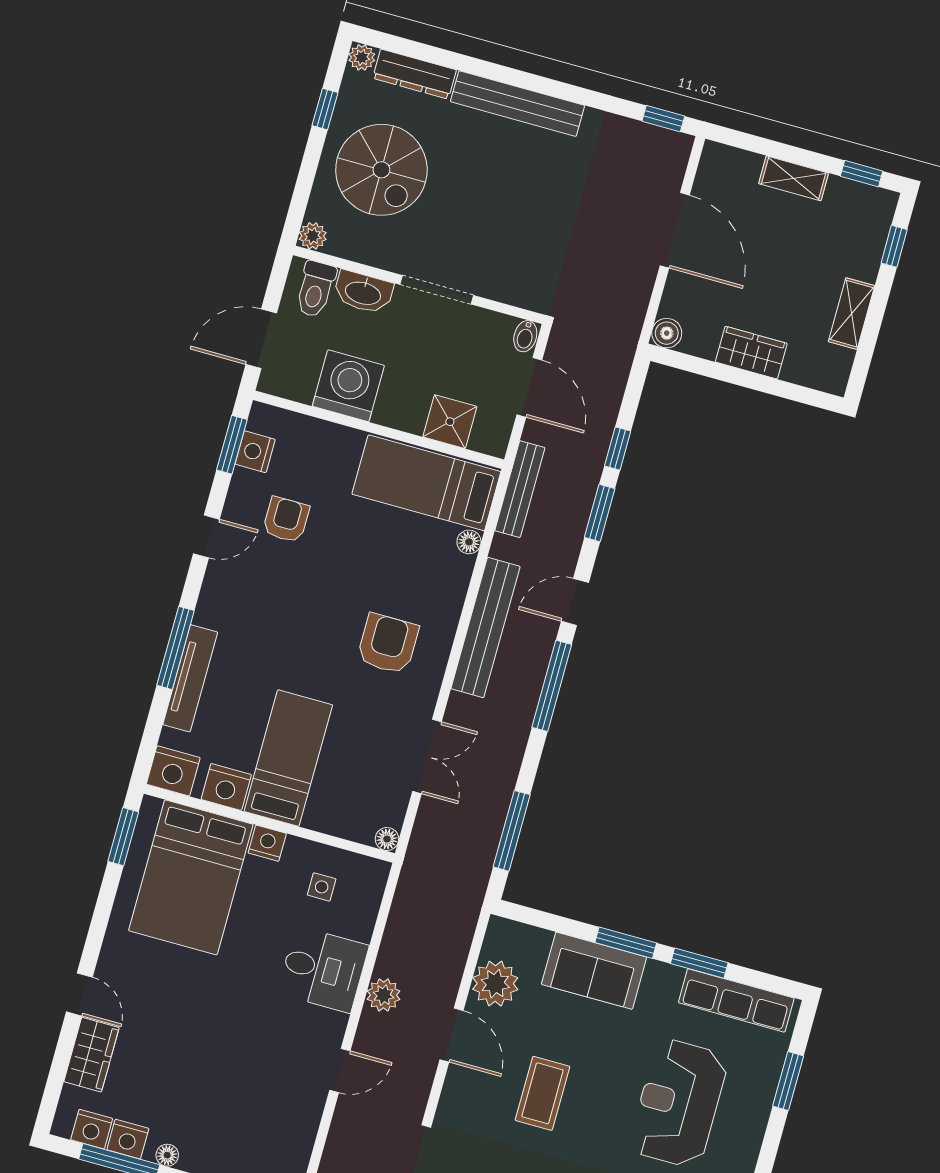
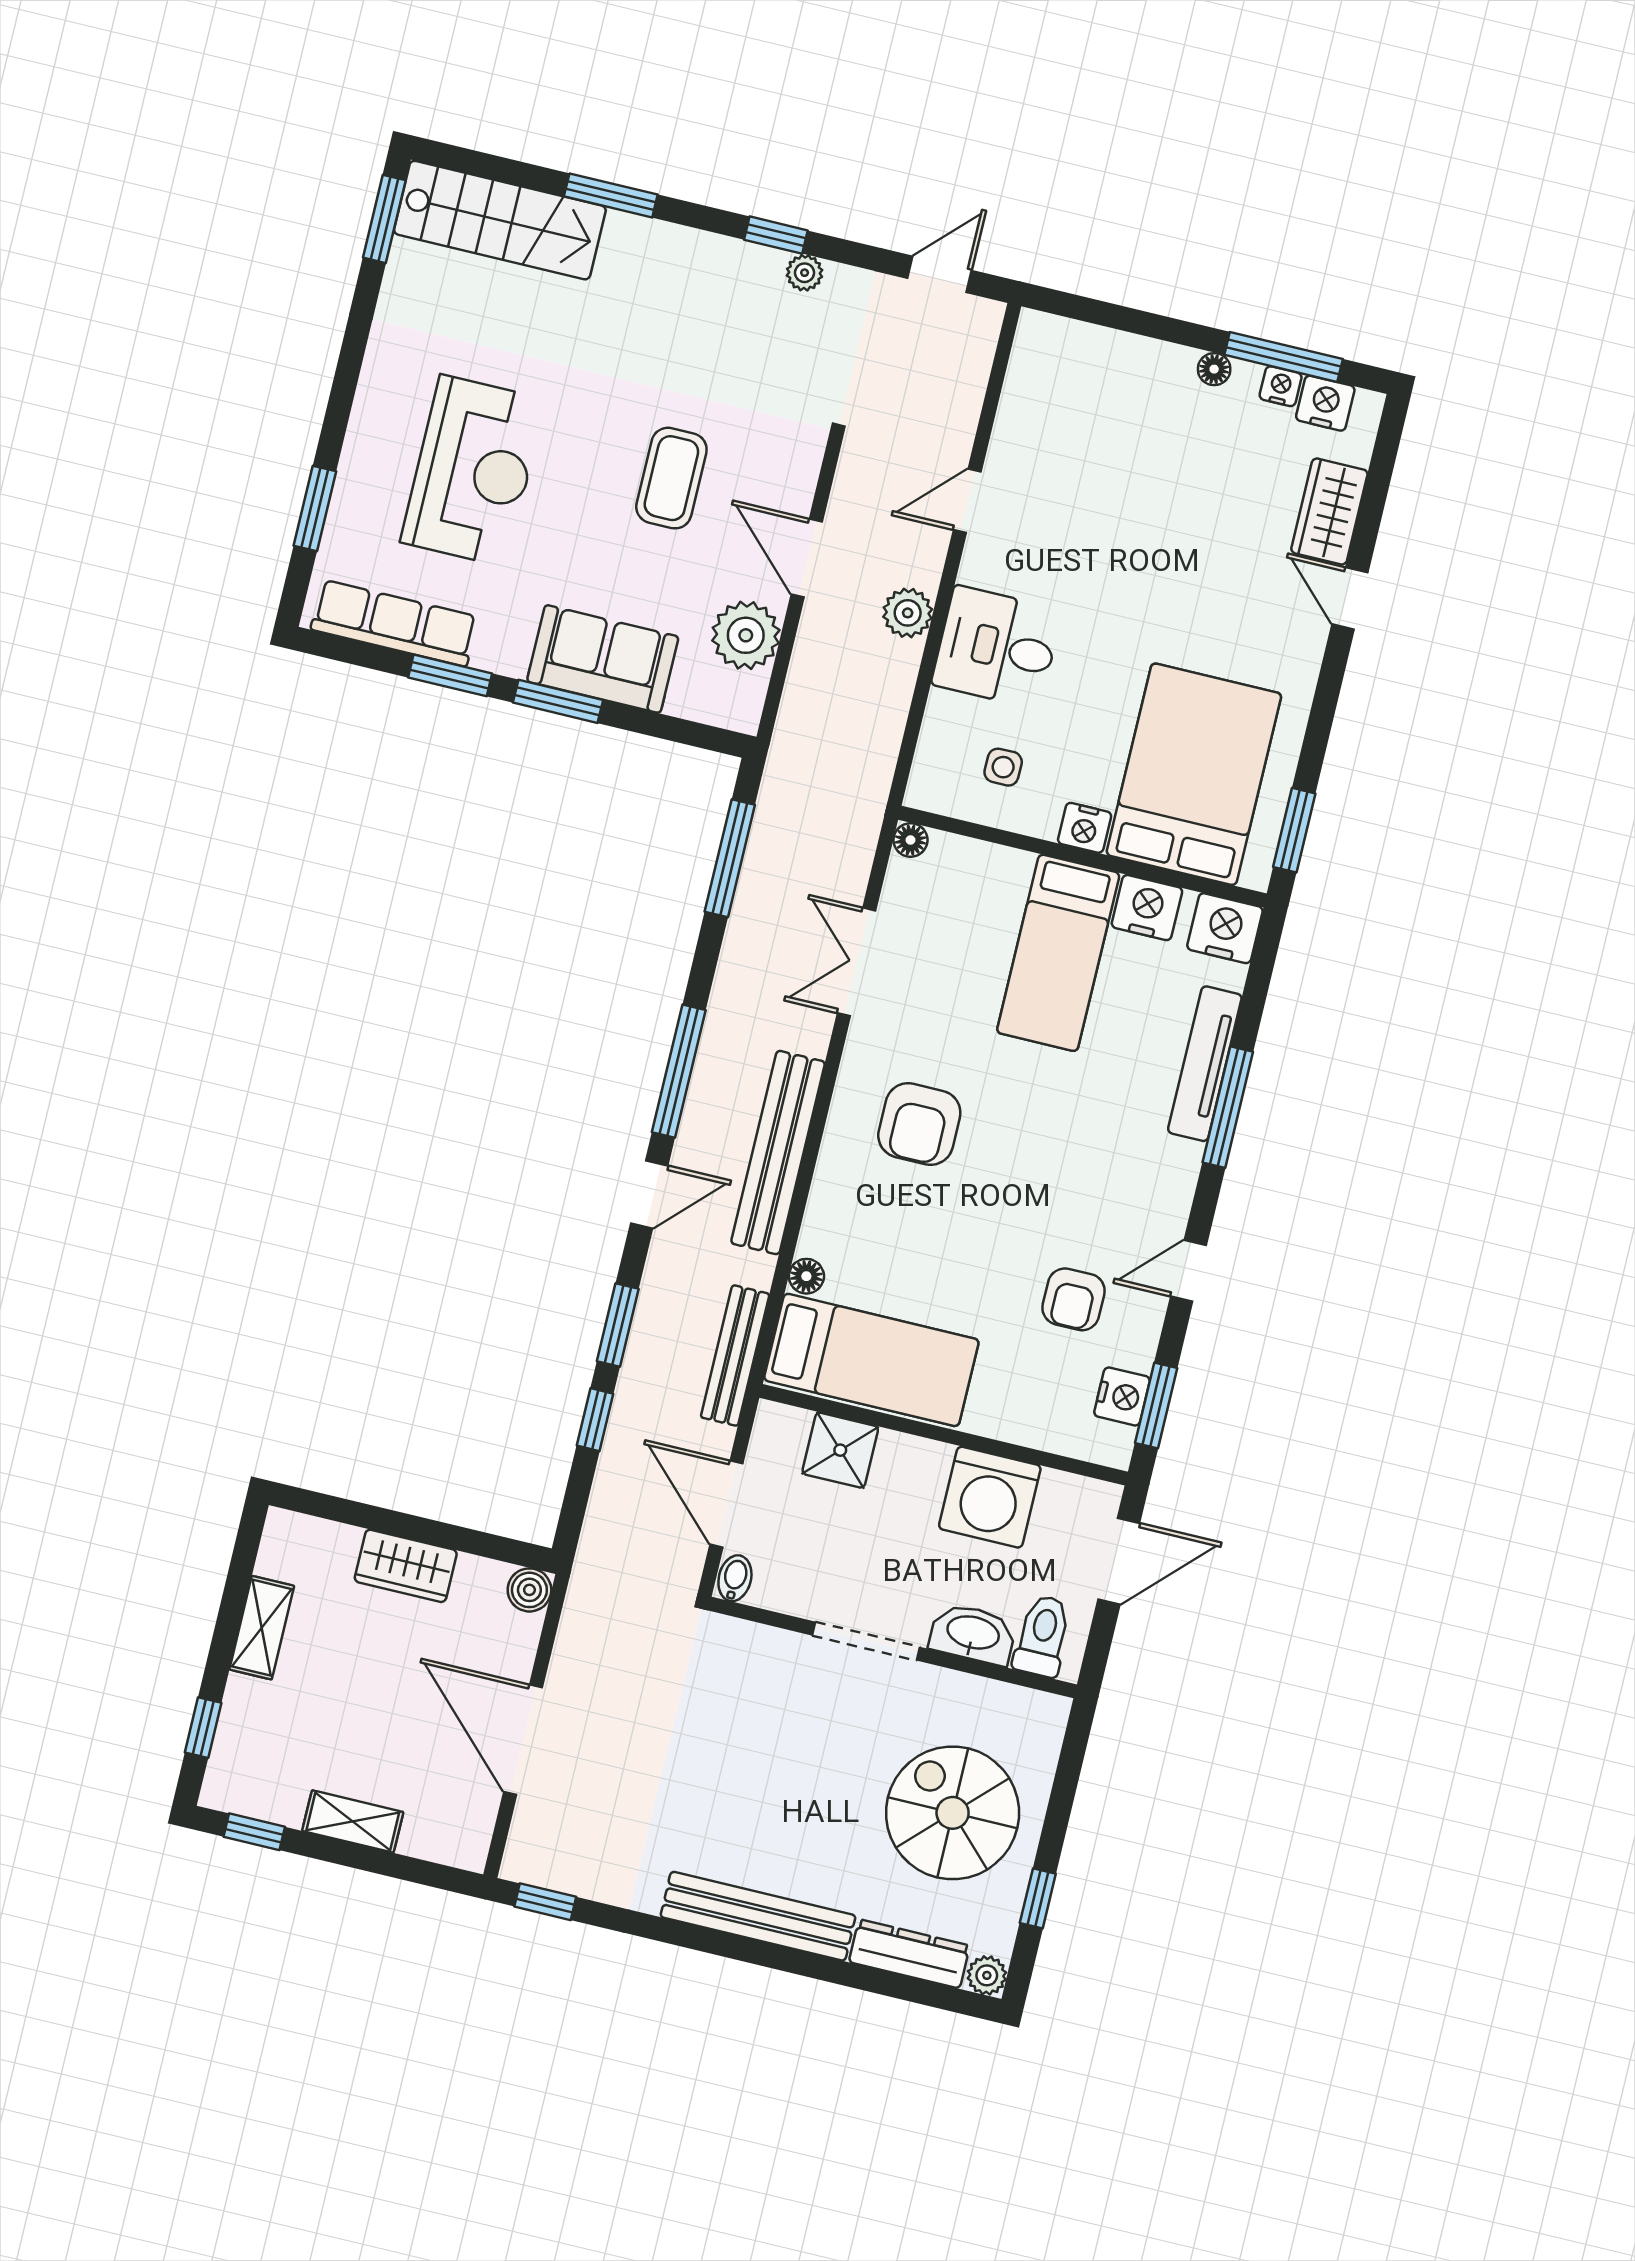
plant: (313, 236) -> (1049, 1713), removed
nightstand: (128, 1139) -> (1281, 386), width x0.72, depth x0.74

